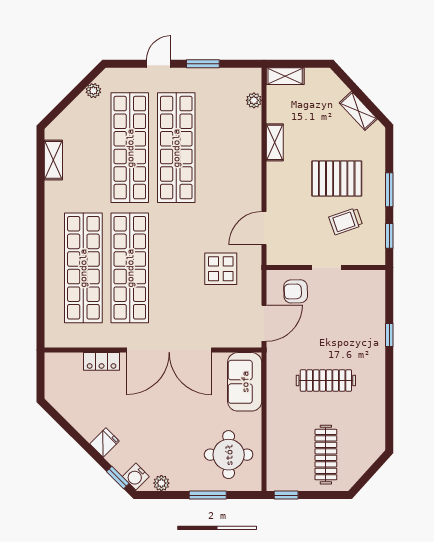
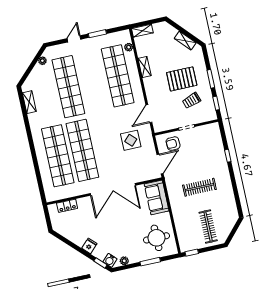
shop shelf: (176, 148) -> (118, 76), moved
locker: (102, 361) -> (67, 206), moved

